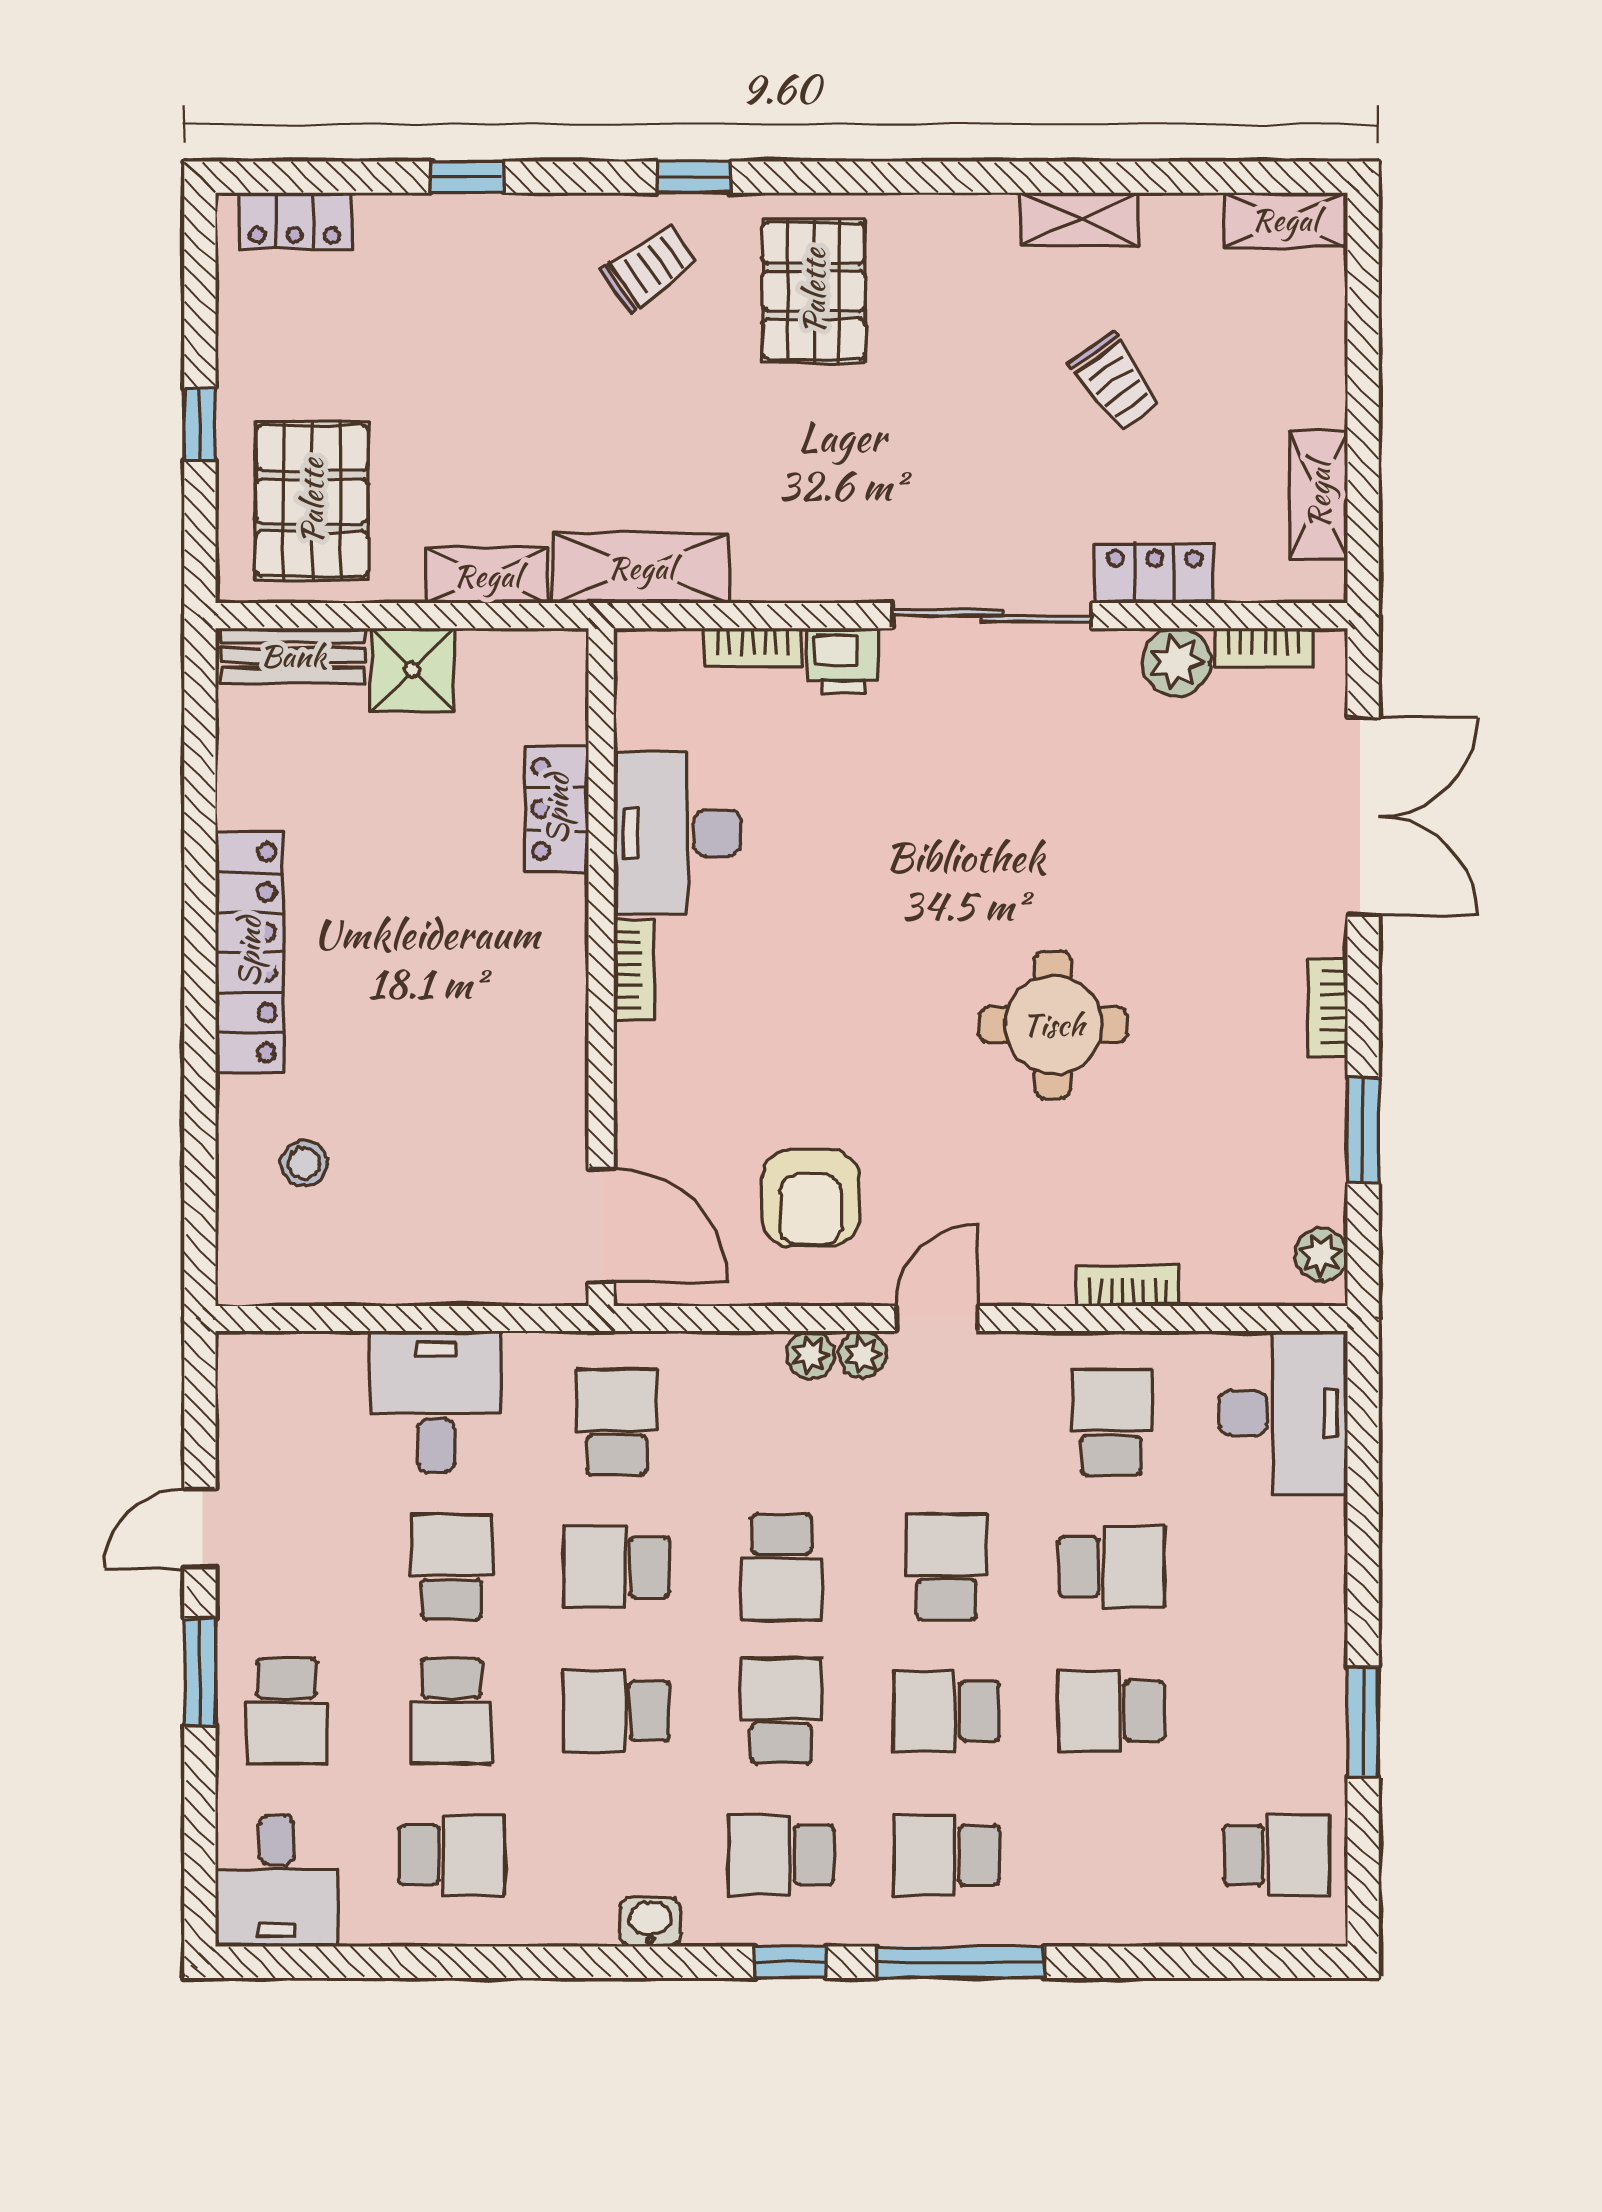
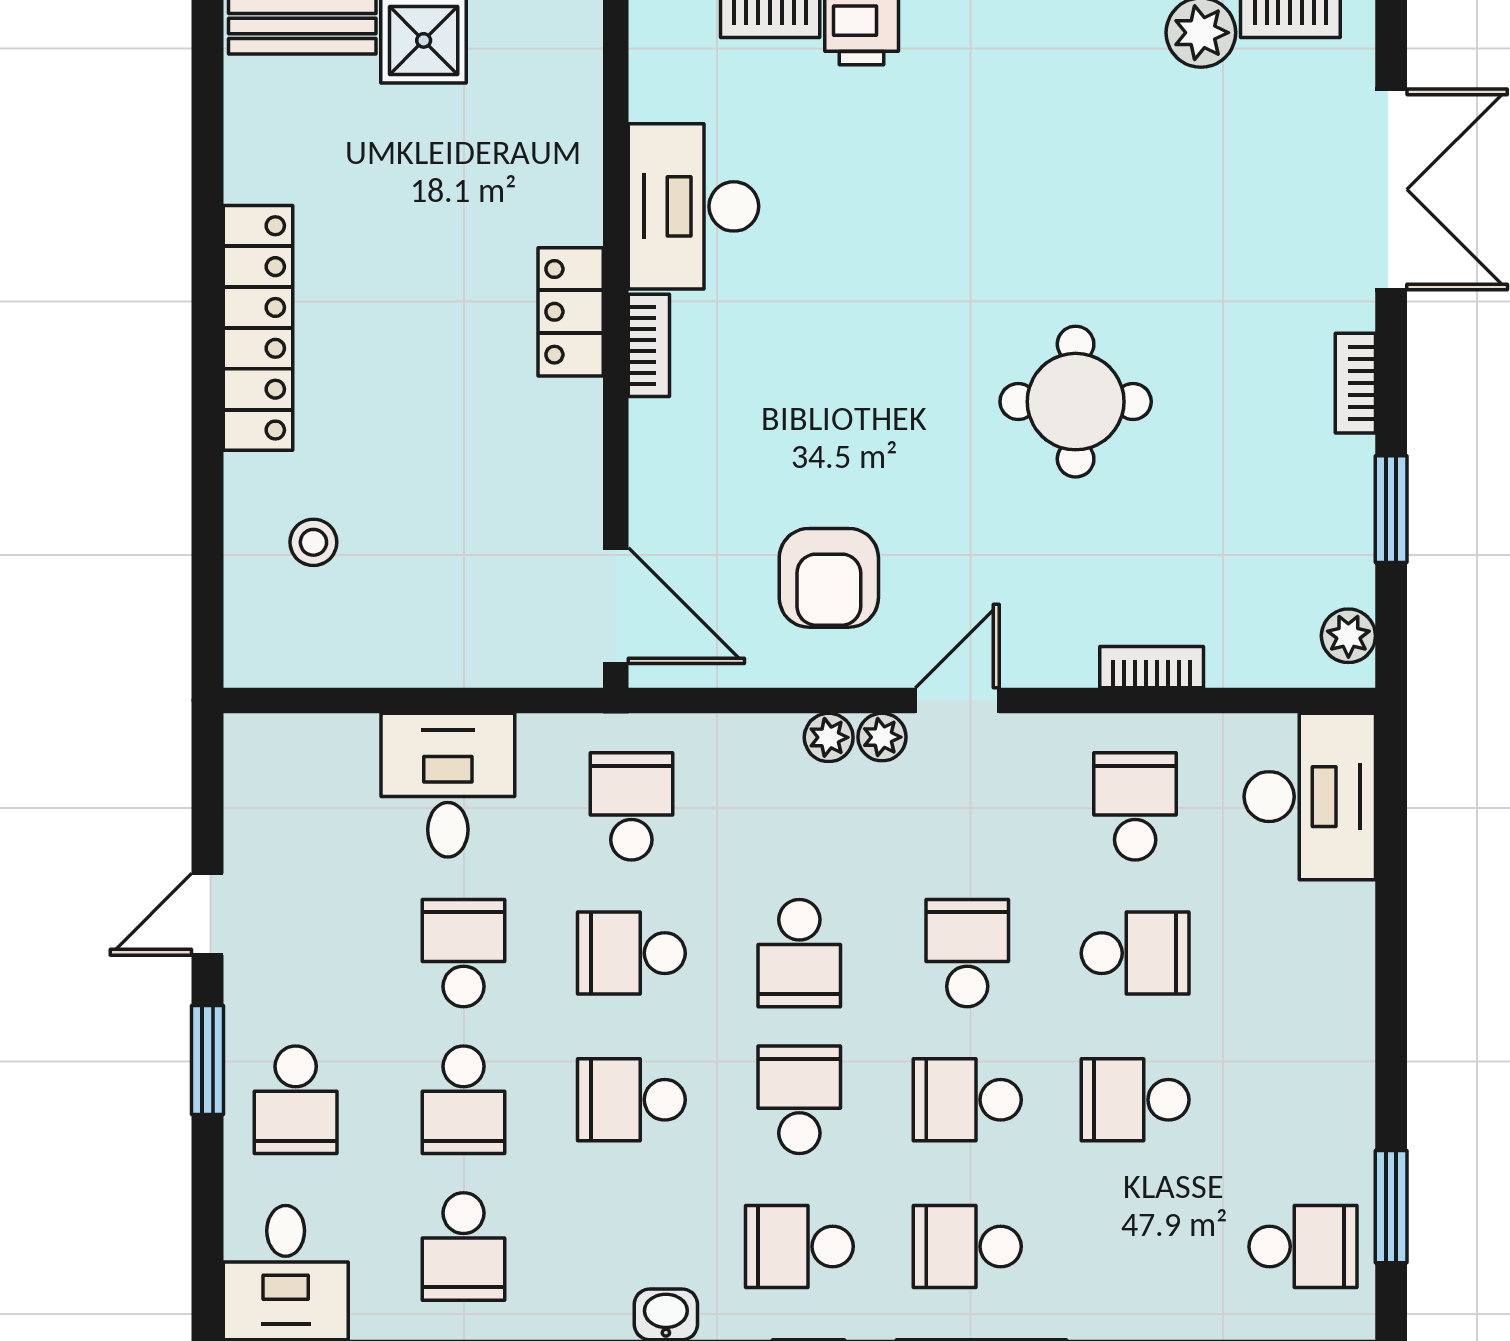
locker: (557, 809) -> (571, 312), moved
window: (1363, 1722) -> (1391, 1207), moved
school desk: (451, 1855) -> (464, 1247), turned 90

